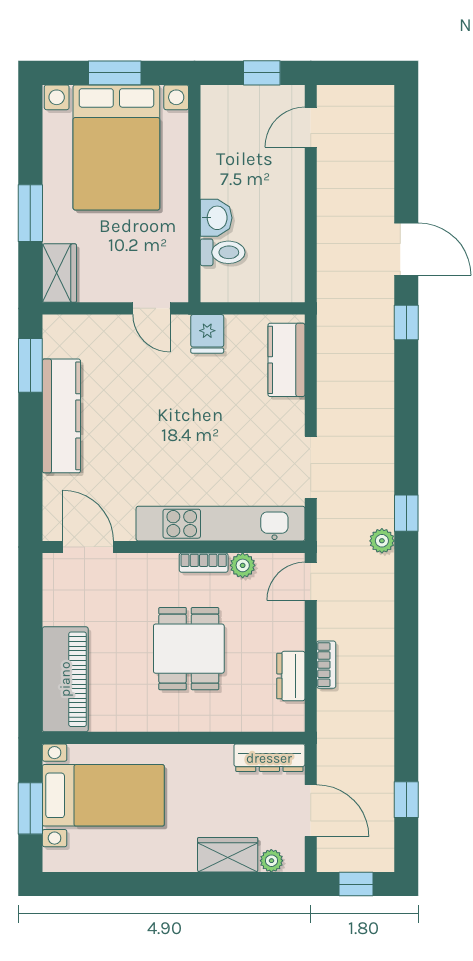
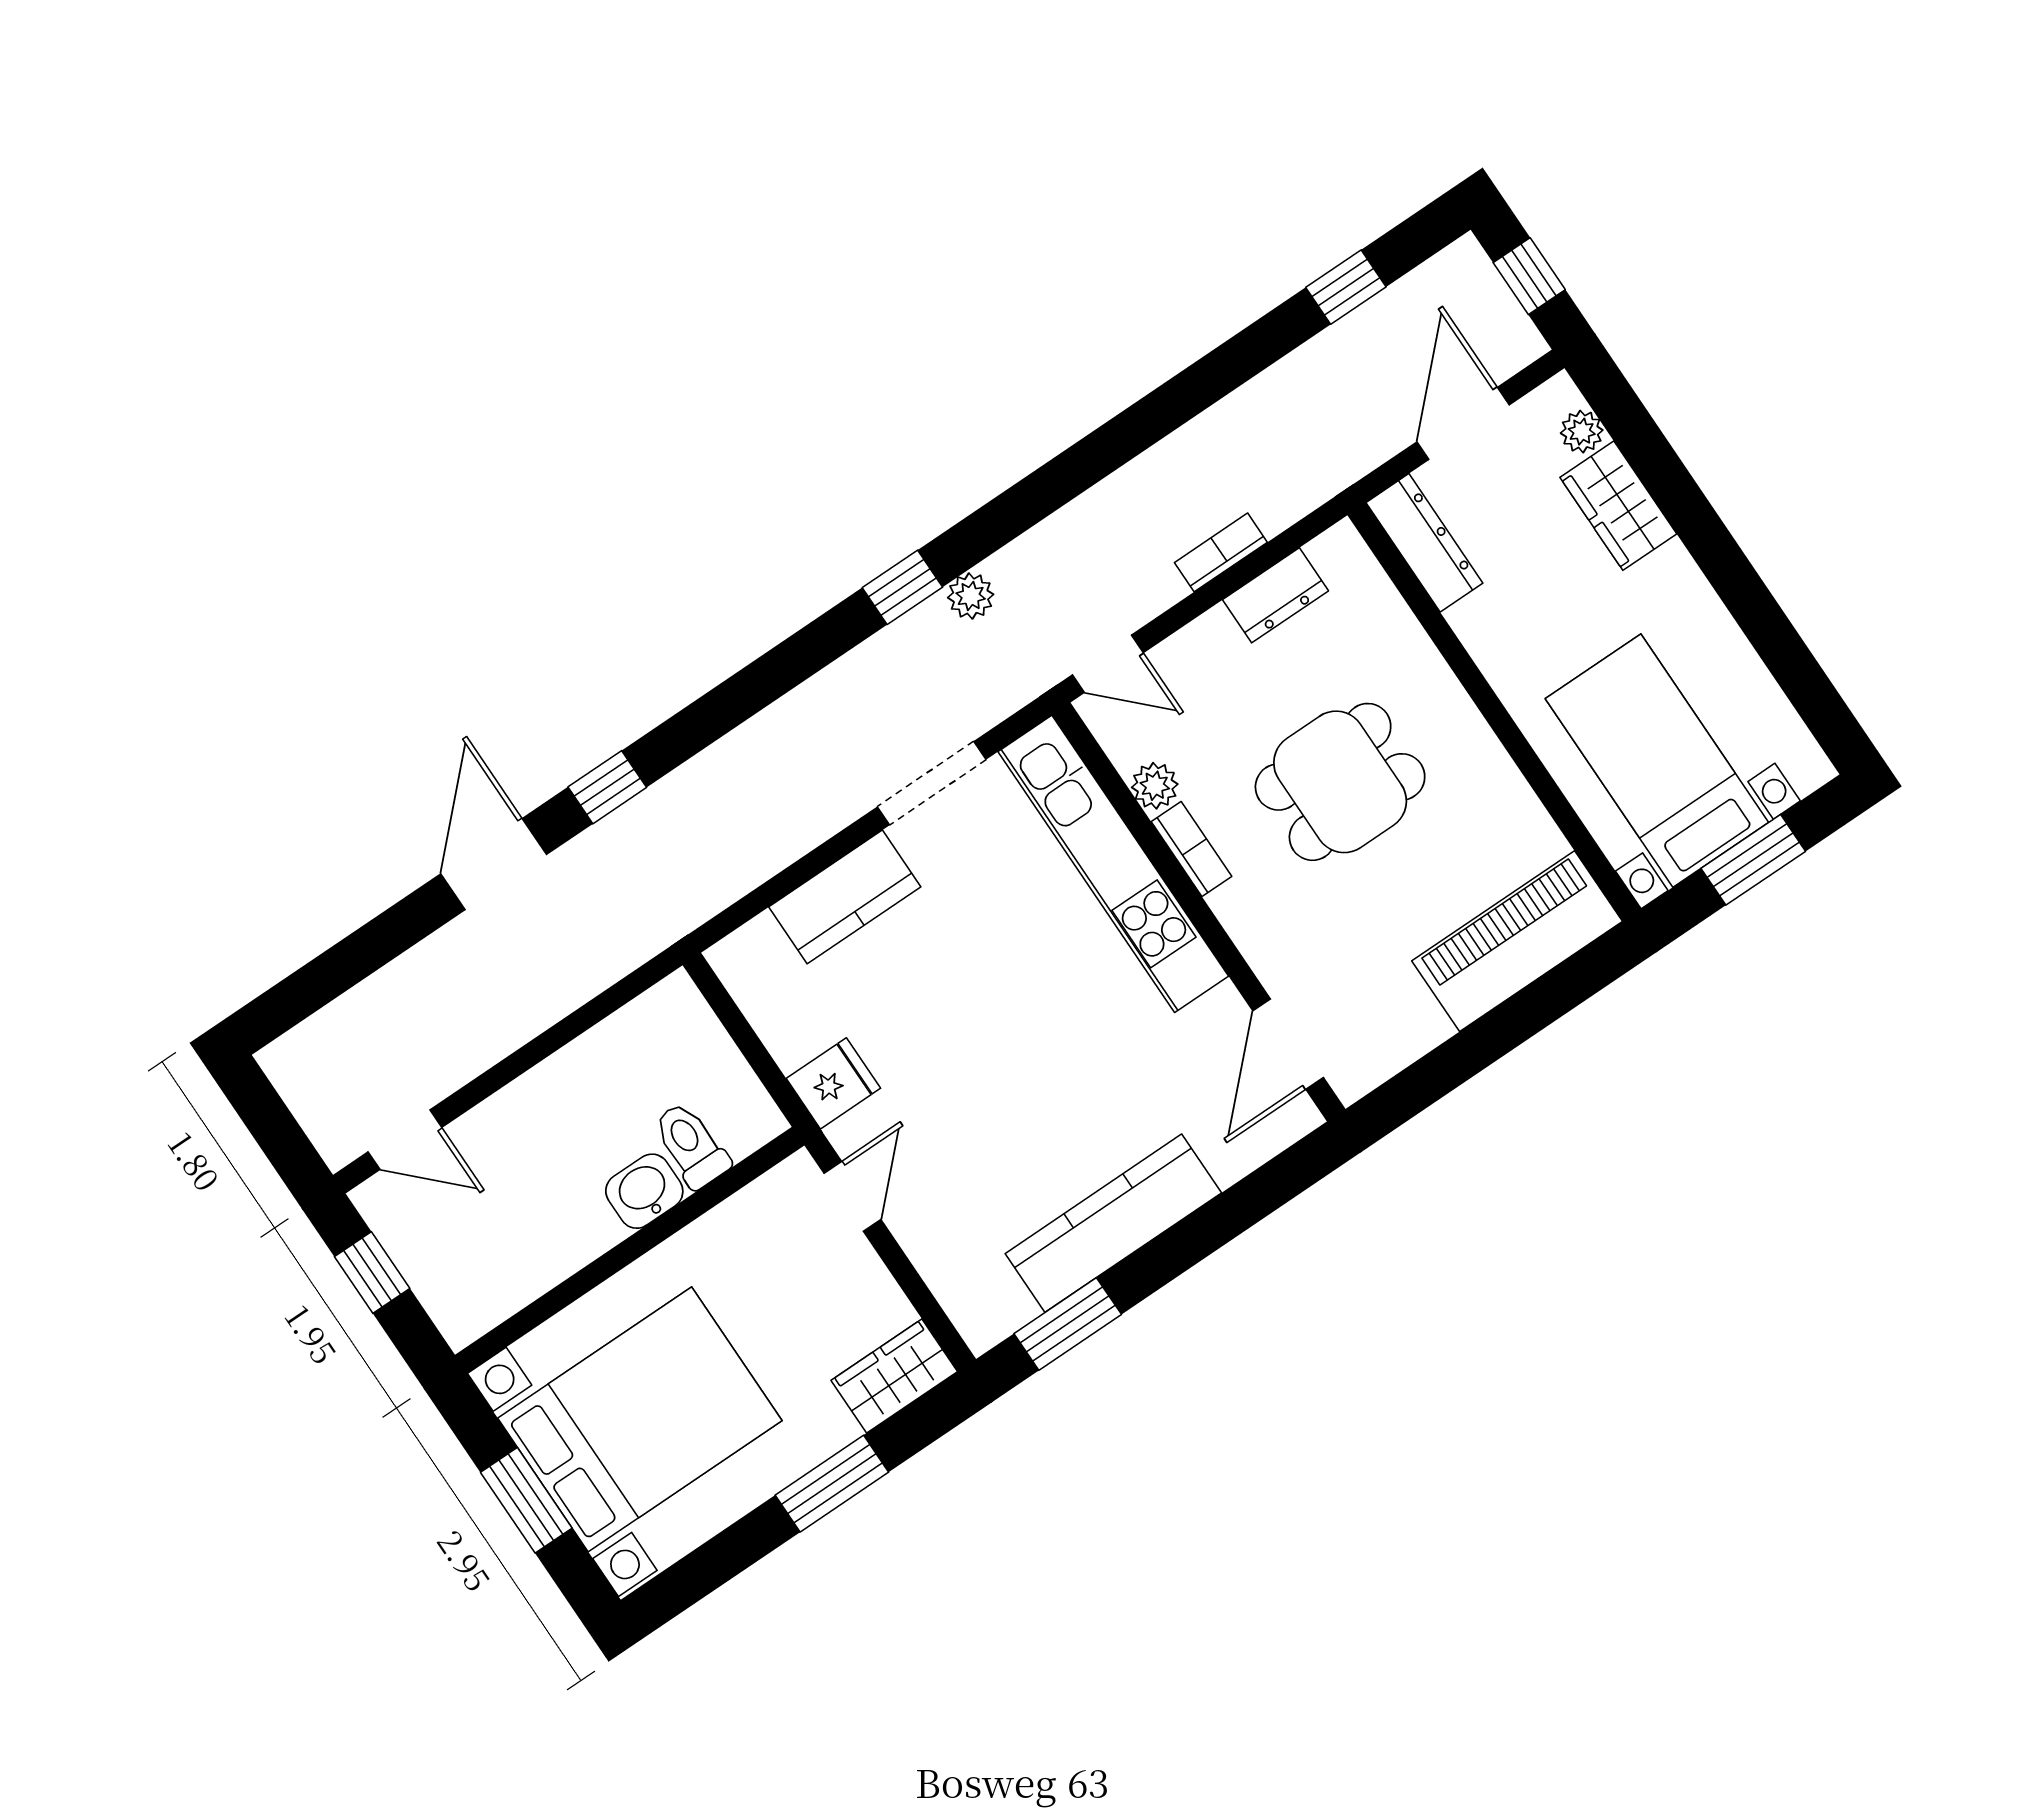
kitchen counter: (286, 360) -> (845, 897), moved

